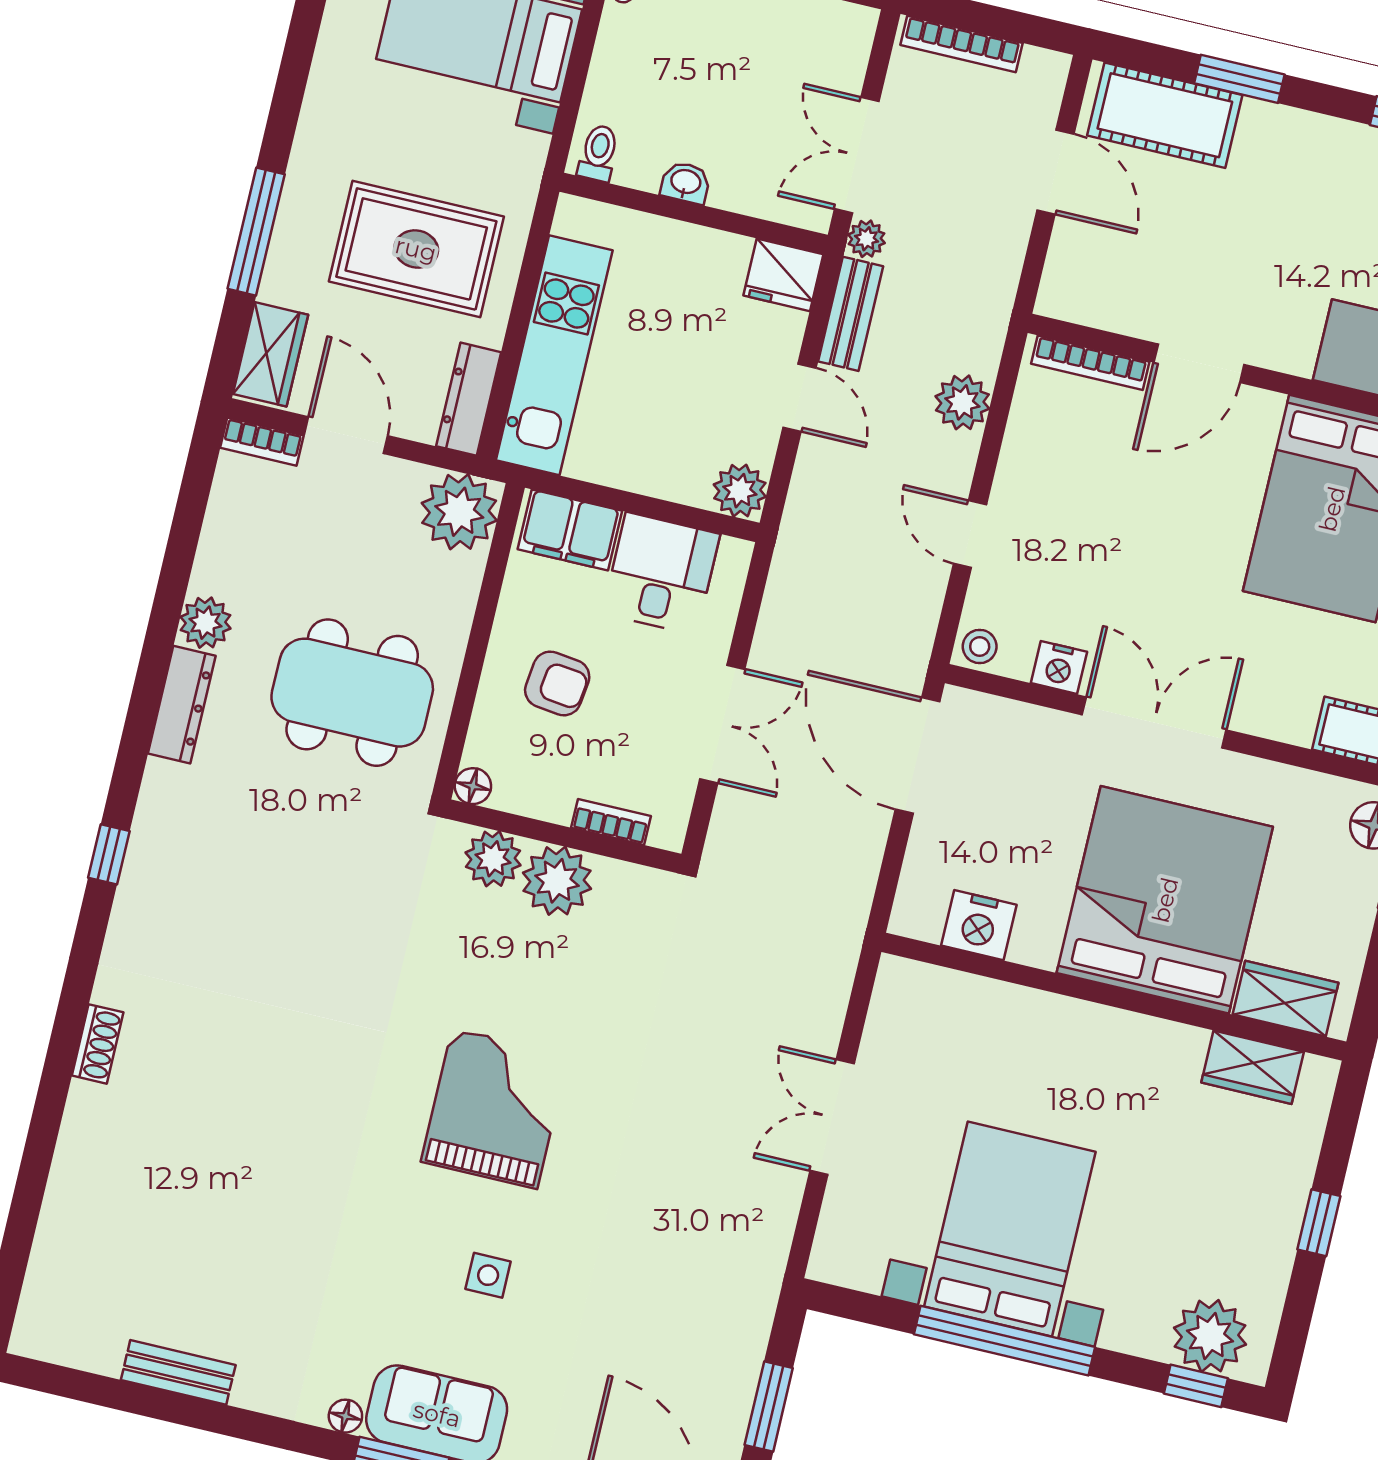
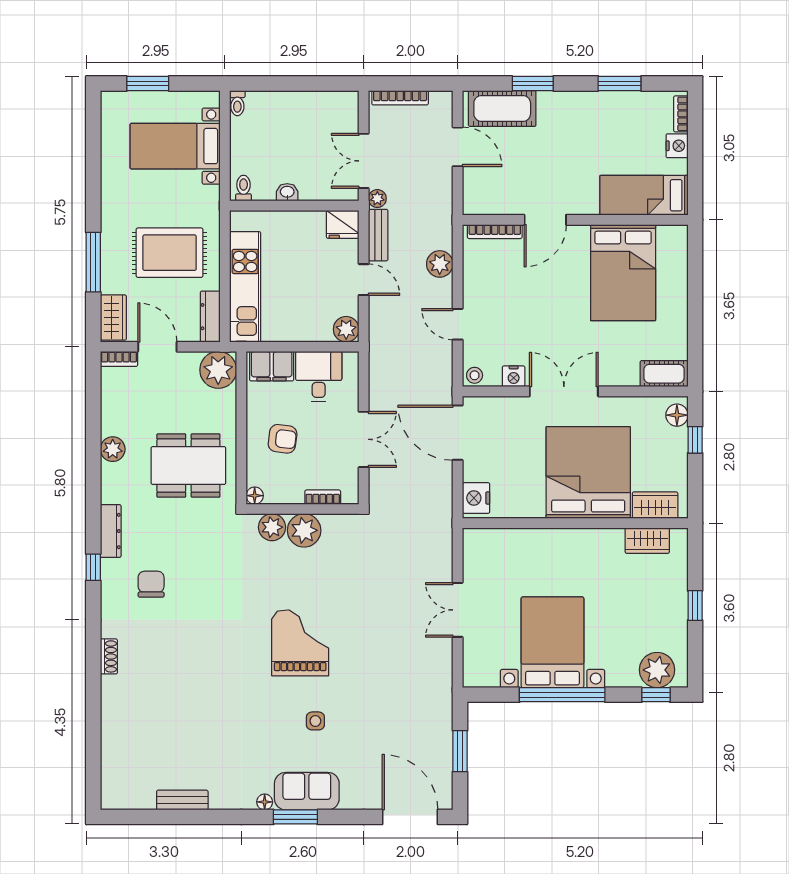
dresser: (182, 705) -> (111, 531), moved
chair: (219, 917) -> (151, 584), added
nightstand: (979, 925) -> (476, 498), moved, turned 90

